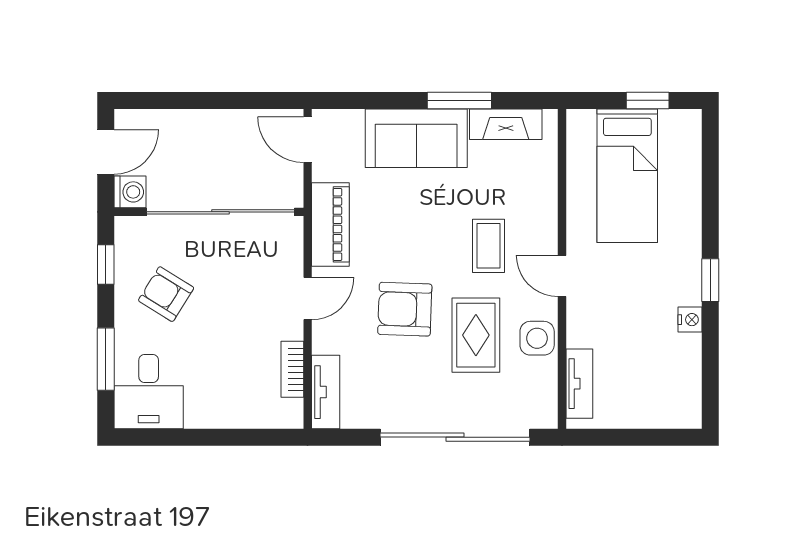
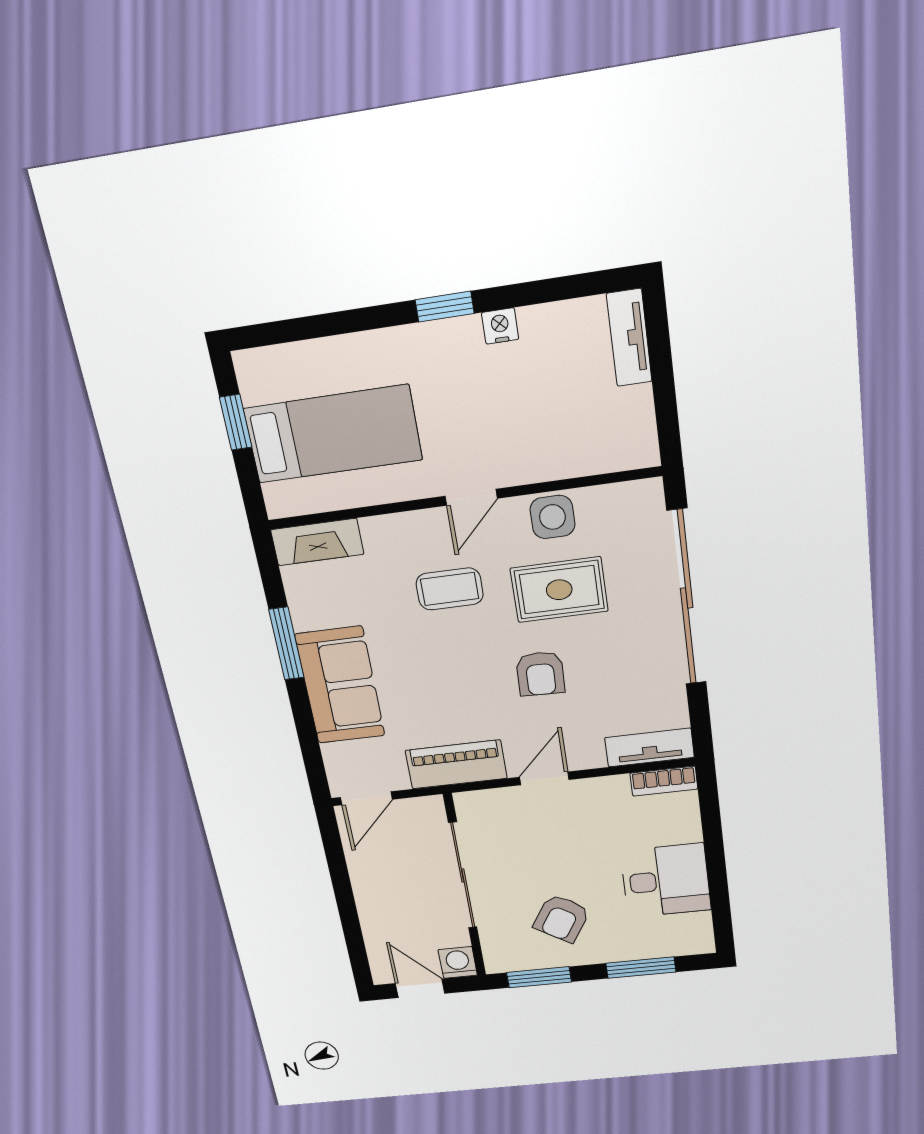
fireplace: (506, 124) -> (317, 542), moved, turned 90
sliding door: (221, 212) -> (463, 876), width x0.73
window: (106, 265) -> (539, 977), width x1.50
door: (308, 299) -> (544, 778), hinge flipped
armchair: (405, 309) -> (540, 674), width x0.72, depth x0.72
bookcase: (292, 369) -> (664, 781), moved
tv unit: (579, 384) -> (629, 338), moved, turned -90
desk: (149, 392) -> (666, 881), moved

